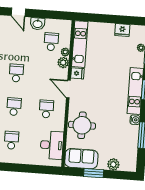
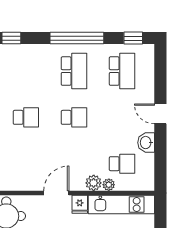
door: (18, 12) -> (160, 114), hinge flipped
school desk: (46, 109) -> (26, 164), removed

